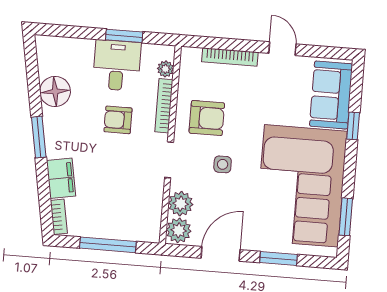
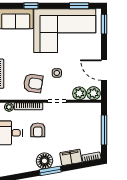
floor lamp: (55, 91) -> (44, 161), moved
armchair: (207, 118) -> (33, 83), turned 99
window: (279, 259) -> (104, 24), moved

